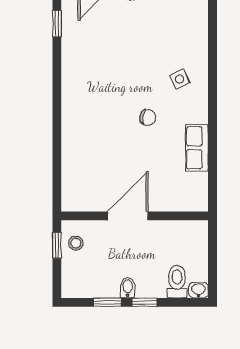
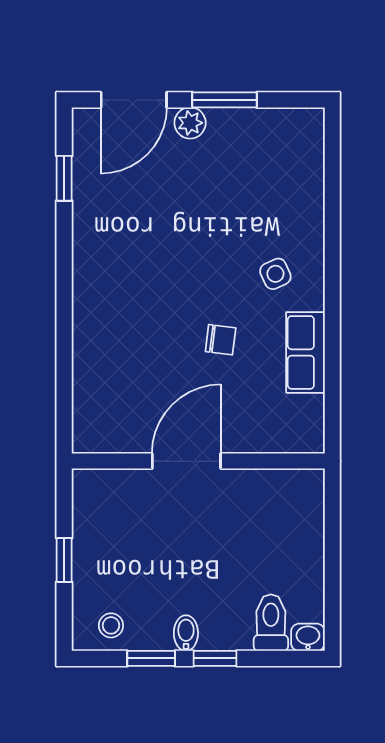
row of seats: (197, 148) -> (305, 352), moved
door: (128, 216) -> (186, 461), moved
wall: (135, 216) -> (198, 461), moved
stool: (76, 243) -> (111, 625), moved

